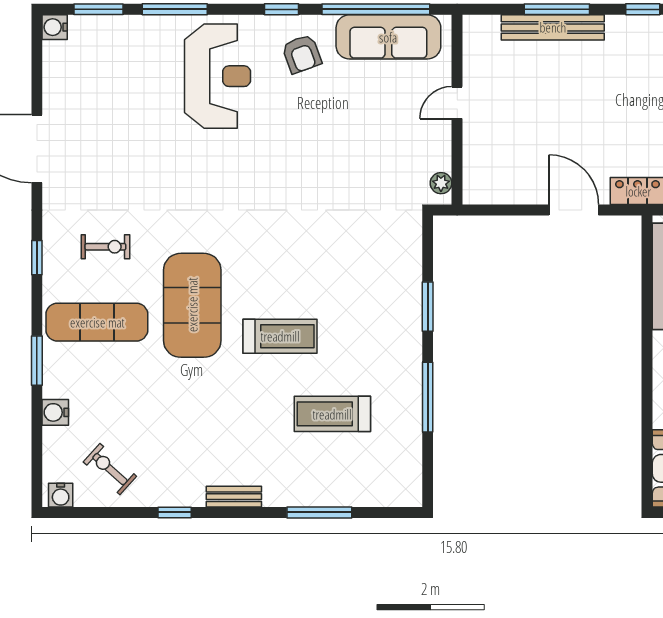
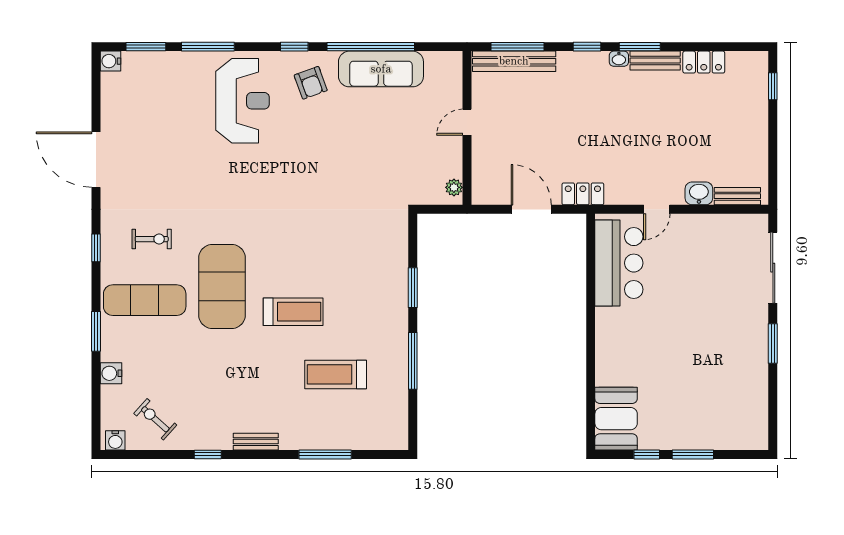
door: (457, 103) -> (467, 122), moved
wall: (457, 110) -> (467, 128), moved
plant: (441, 183) -> (454, 187), moved

